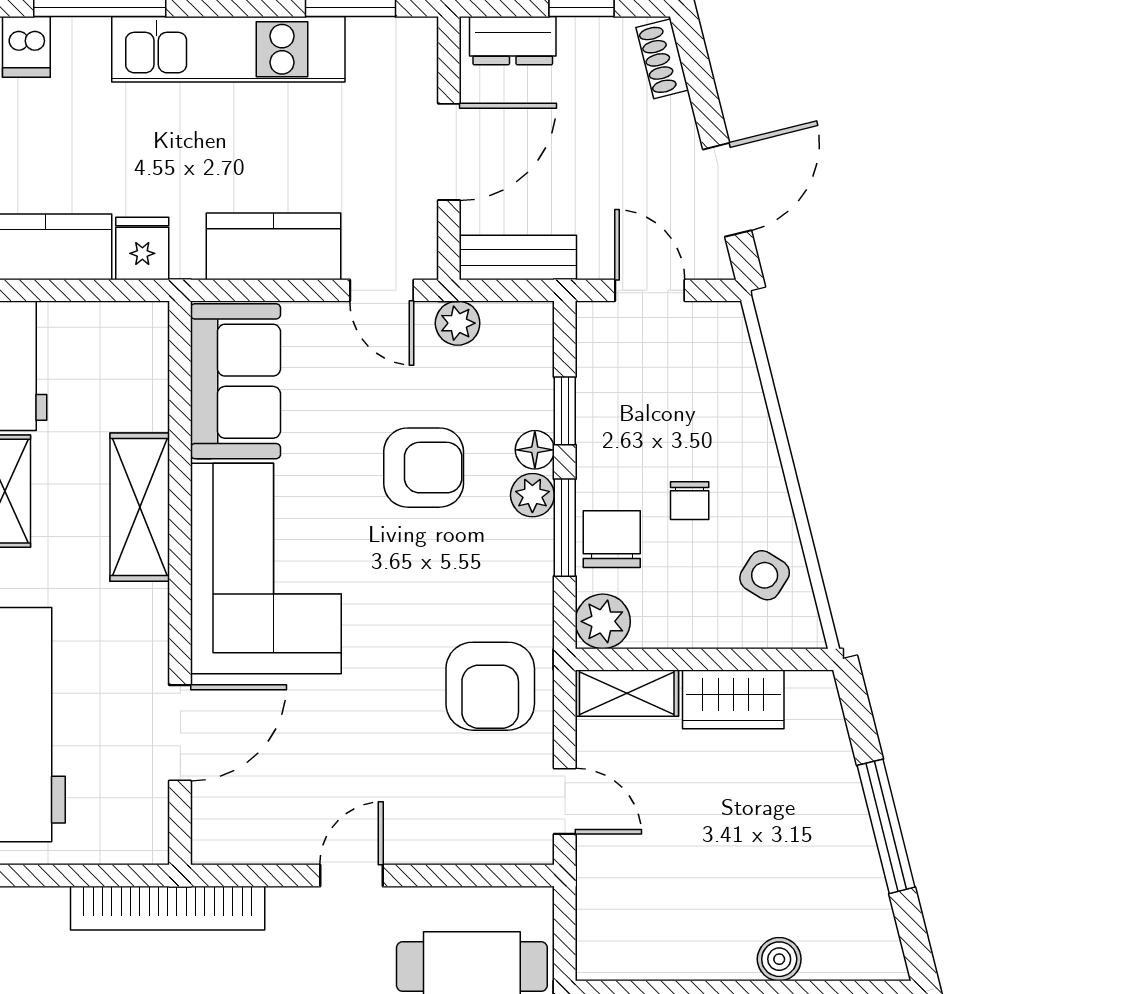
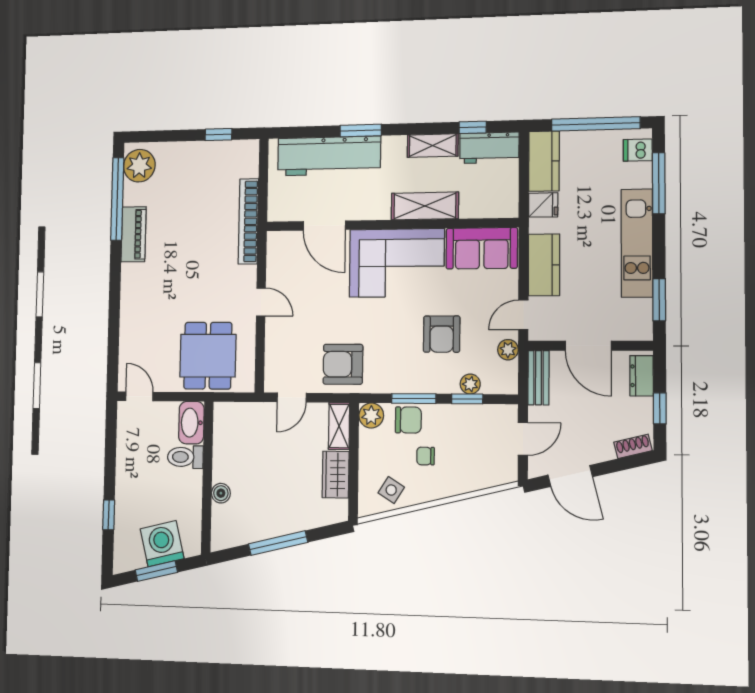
floor lamp: (535, 450) -> (449, 385), removed
plant: (532, 495) -> (470, 384), moved

